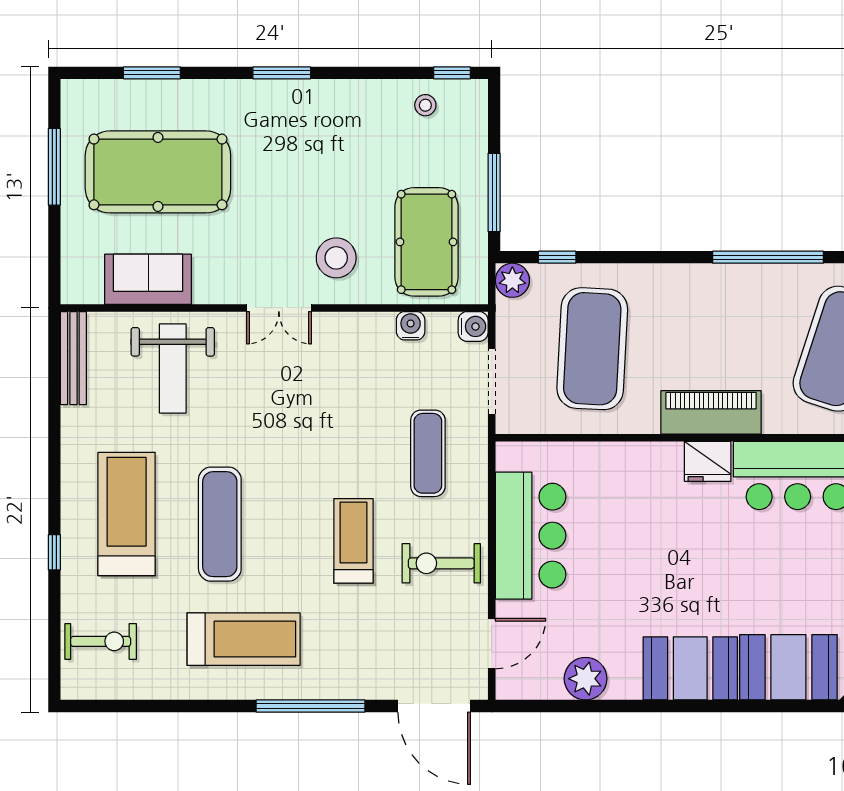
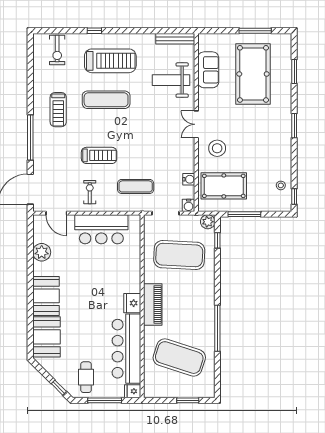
exercise bike: (441, 563) -> (90, 192), width x0.73, depth x0.72
treadmill: (244, 639) -> (58, 110), width x0.73, depth x0.73

